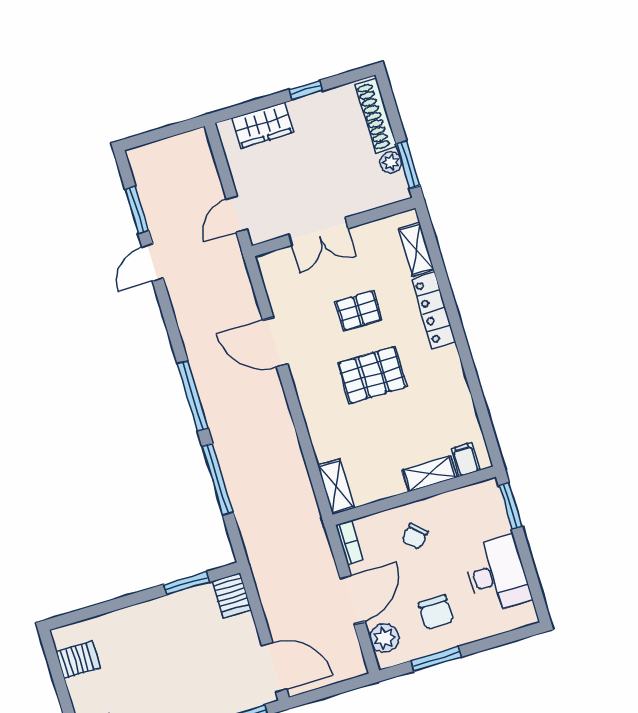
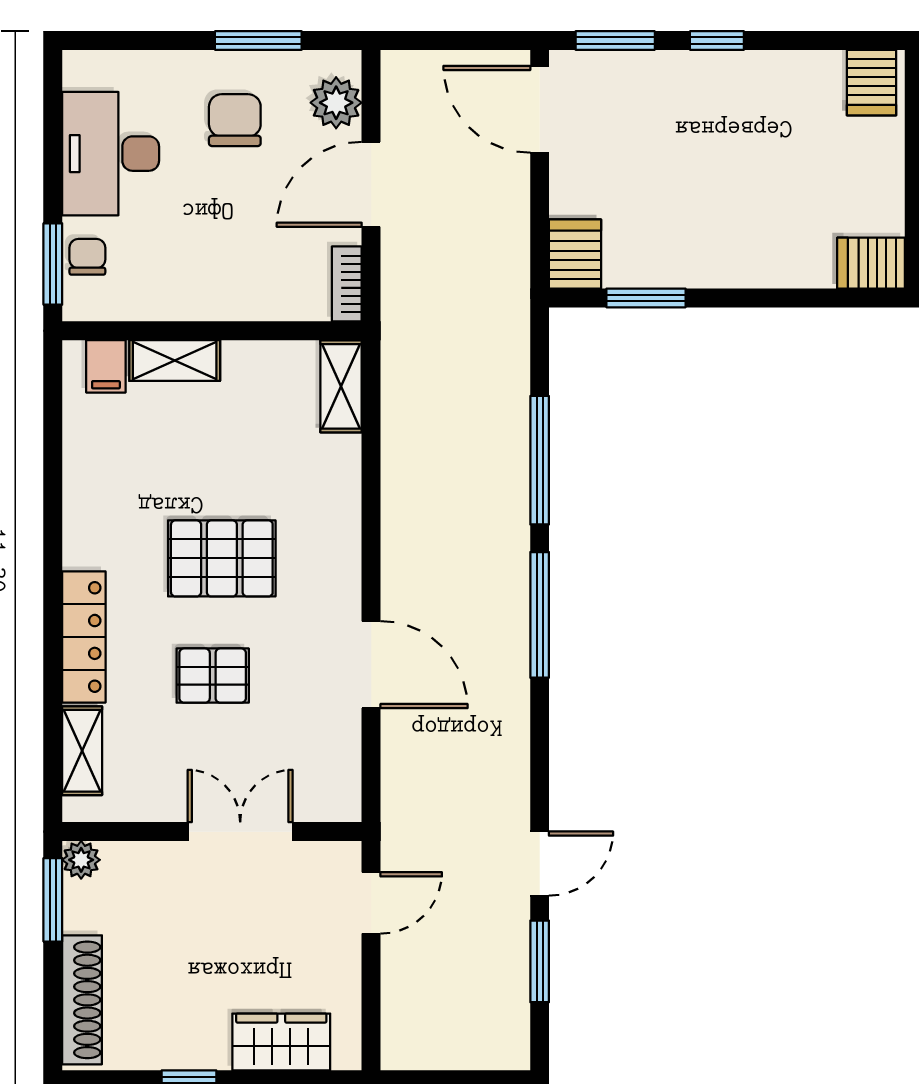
plant: (391, 162) -> (81, 860), moved
chair: (415, 536) -> (87, 257), moved, turned -43
server rack: (78, 660) -> (871, 263), moved

